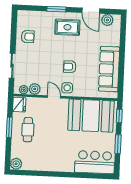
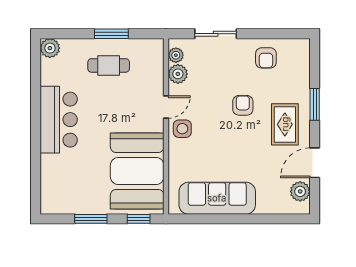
armchair: (70, 67) -> (243, 105), moved
fridge: (19, 105) -> (150, 49), removed
bar counter: (95, 162) -> (59, 120), moved

